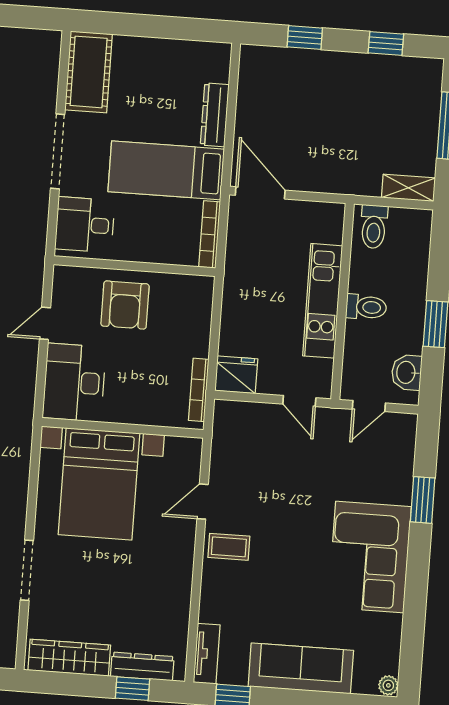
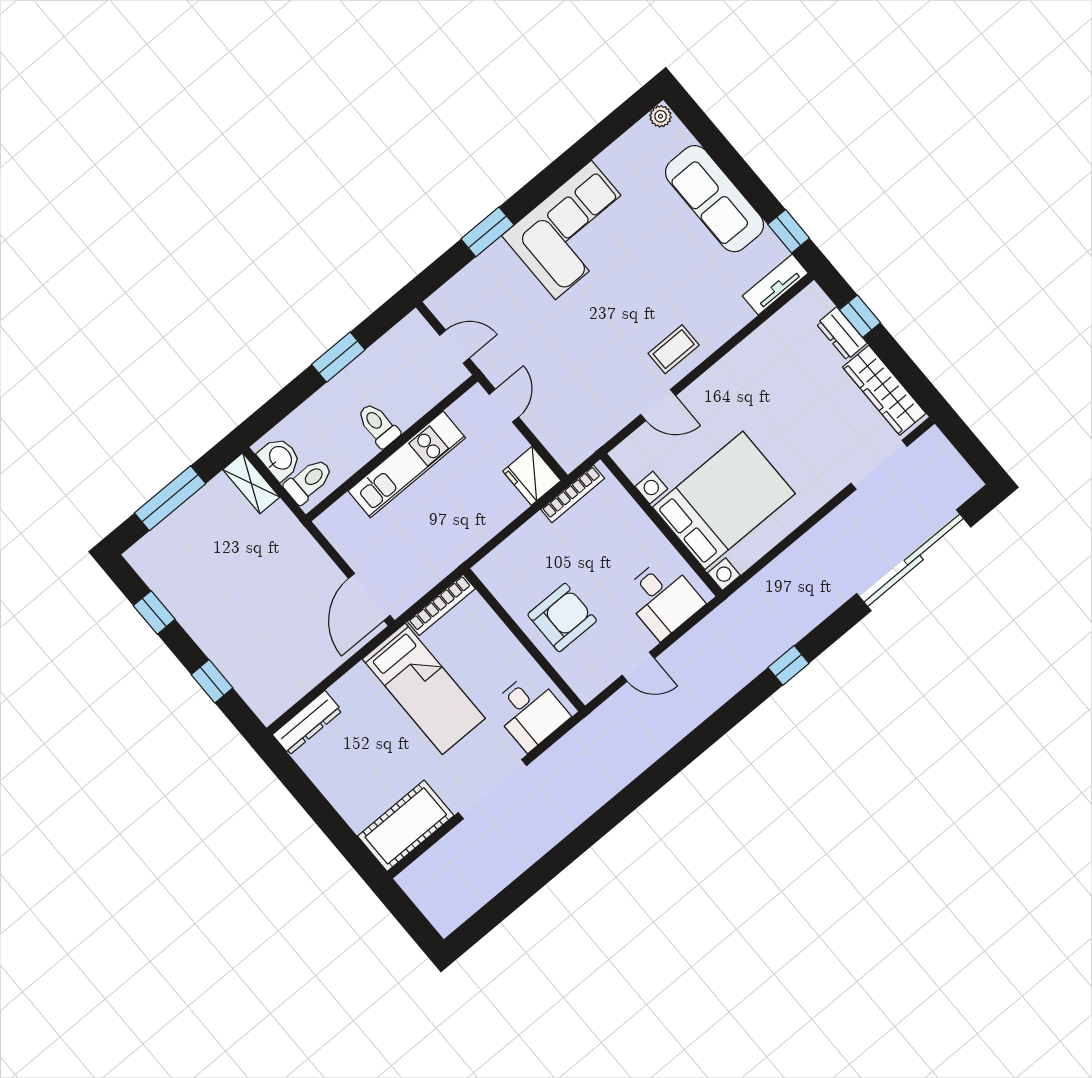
dresser: (215, 115) -> (307, 723), moved
washbasin: (407, 372) -> (280, 458), moved, turned -90
desk: (74, 382) -> (663, 598), width x0.73
coffee table: (229, 547) -> (674, 349), turned 90
doorway: (27, 570) -> (879, 465), moved
dresser: (142, 666) -> (842, 334), width x0.70

